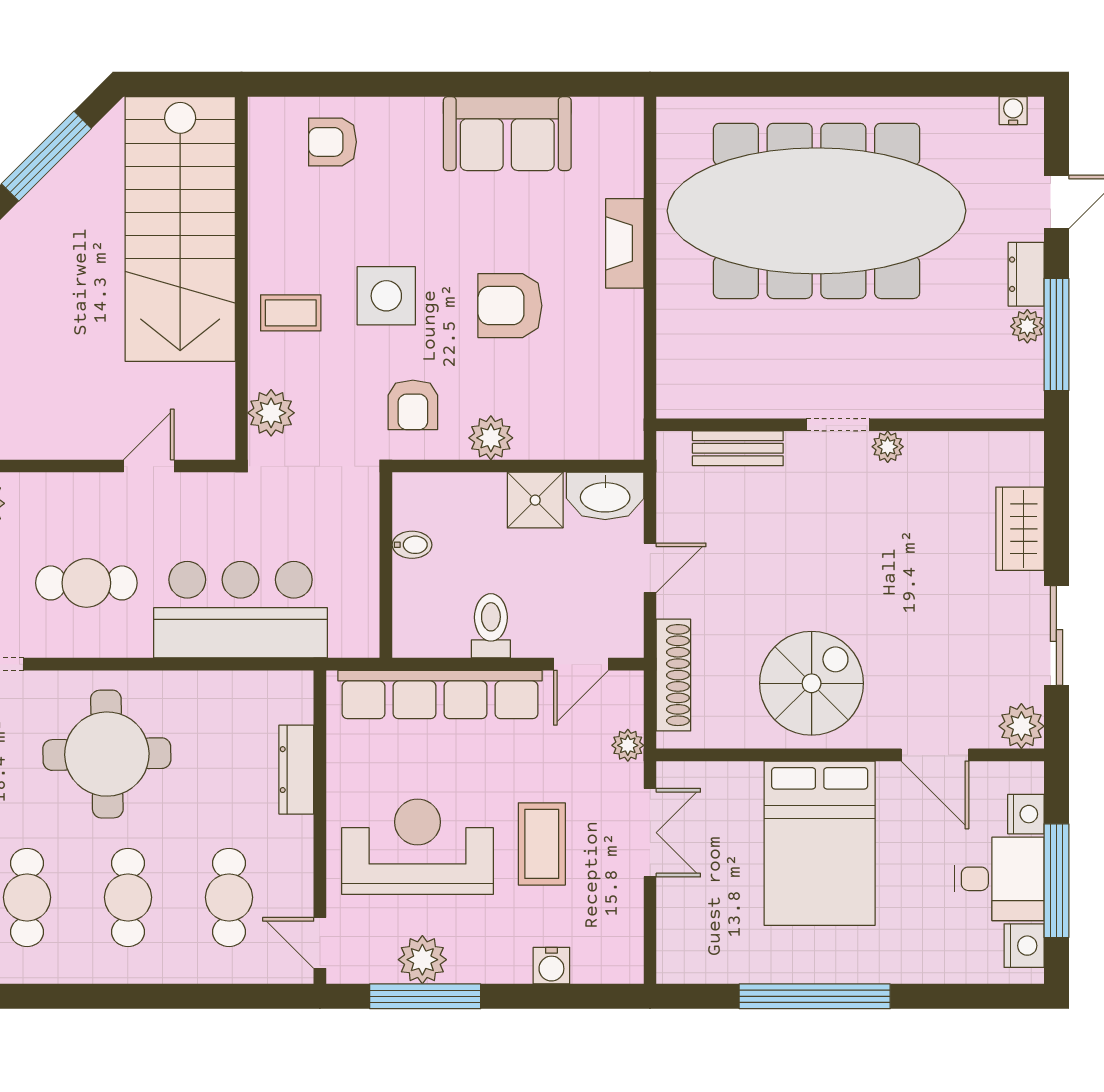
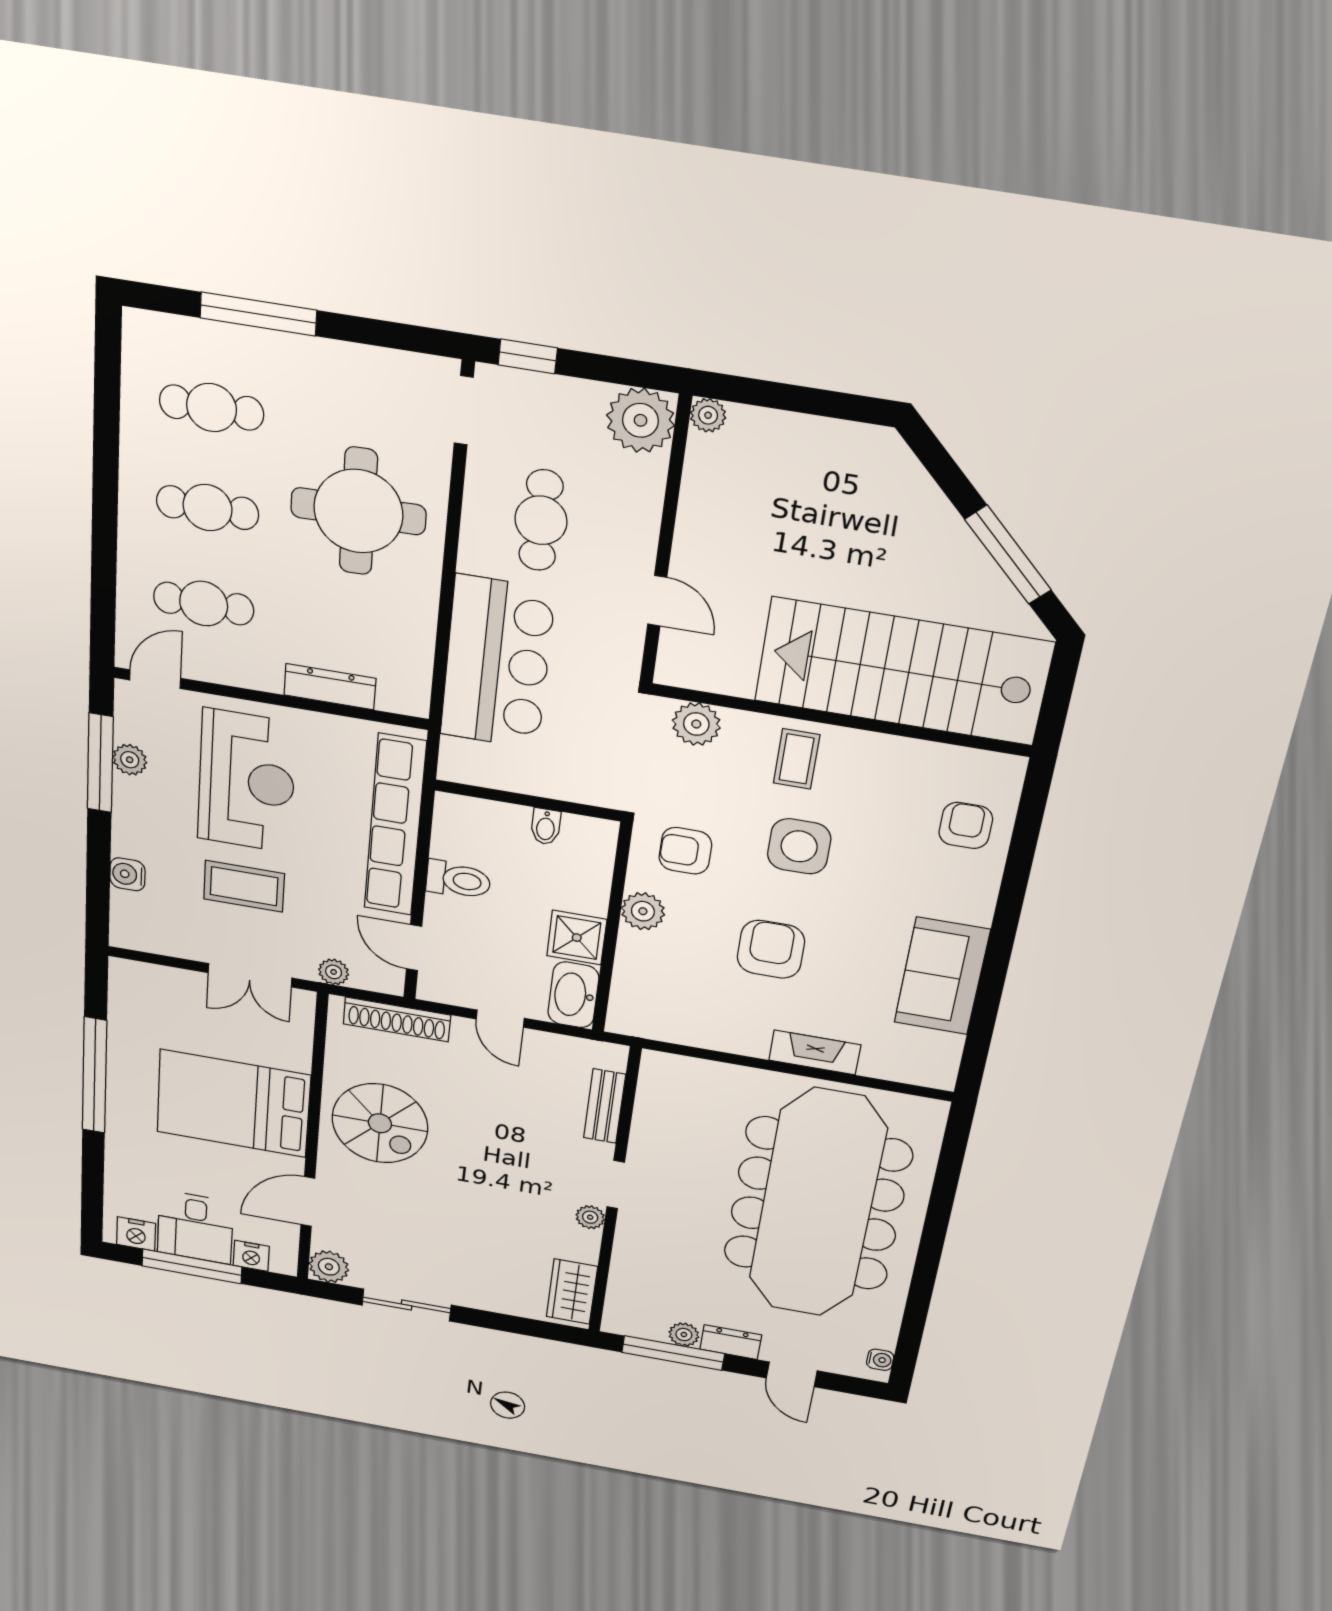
wardrobe: (1020, 529) -> (572, 1292), moved, turned -90
plant: (422, 960) -> (130, 760), width x0.73, depth x0.73

